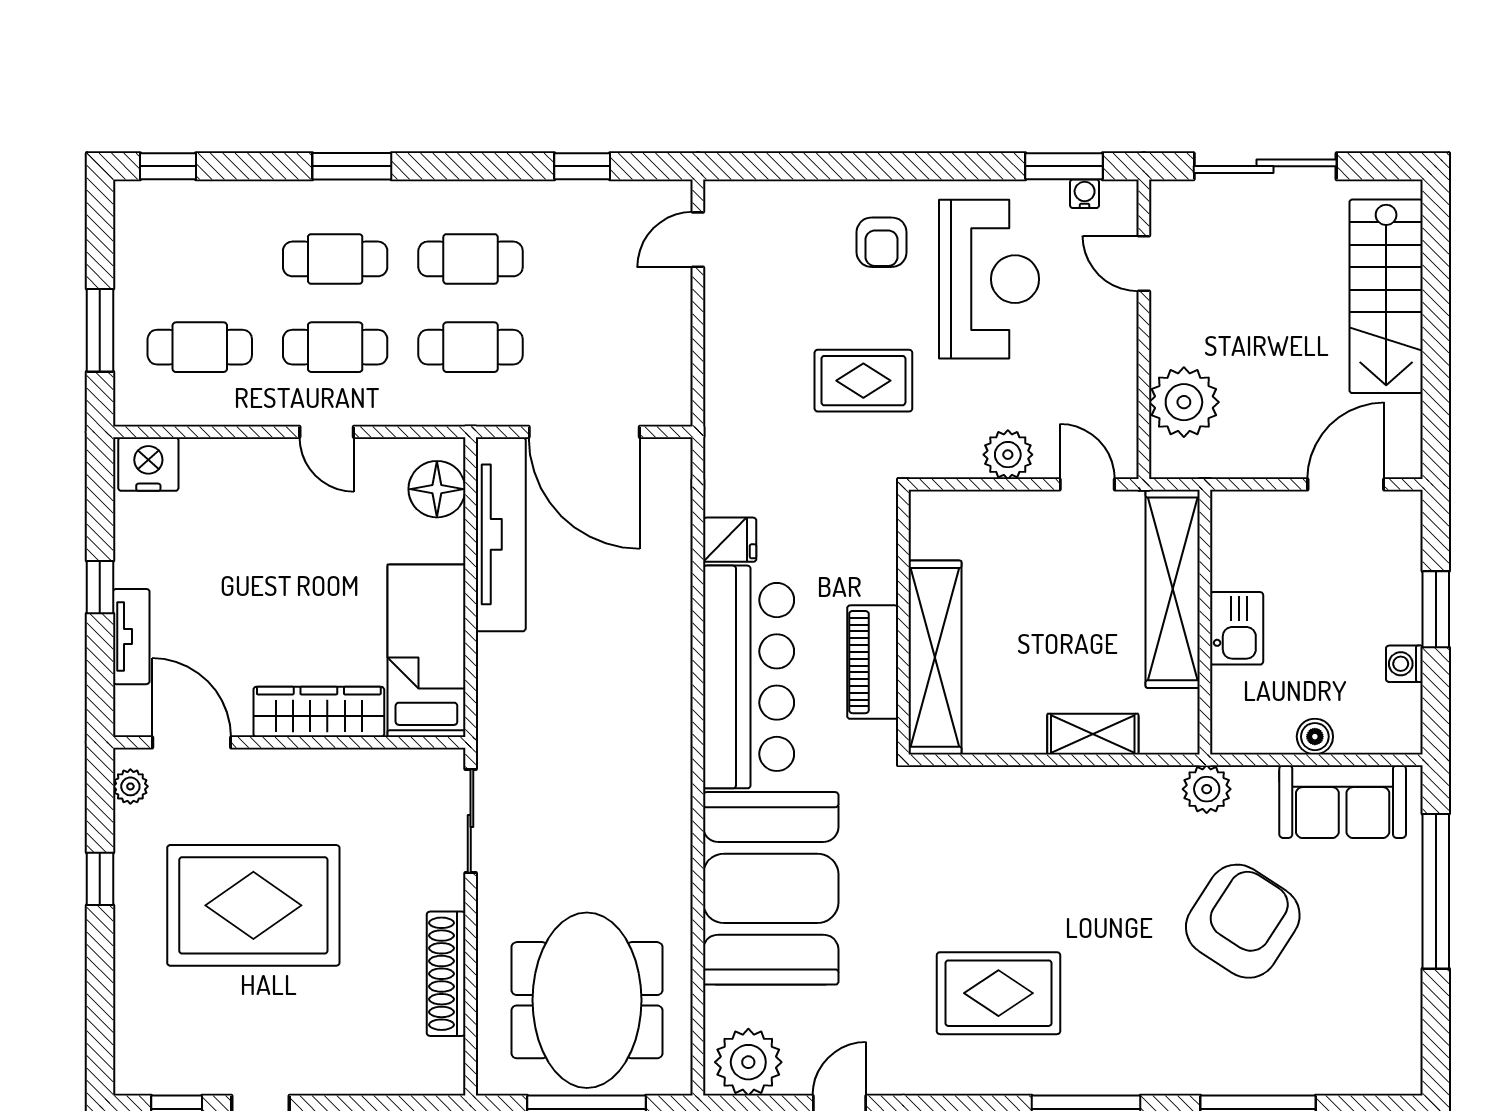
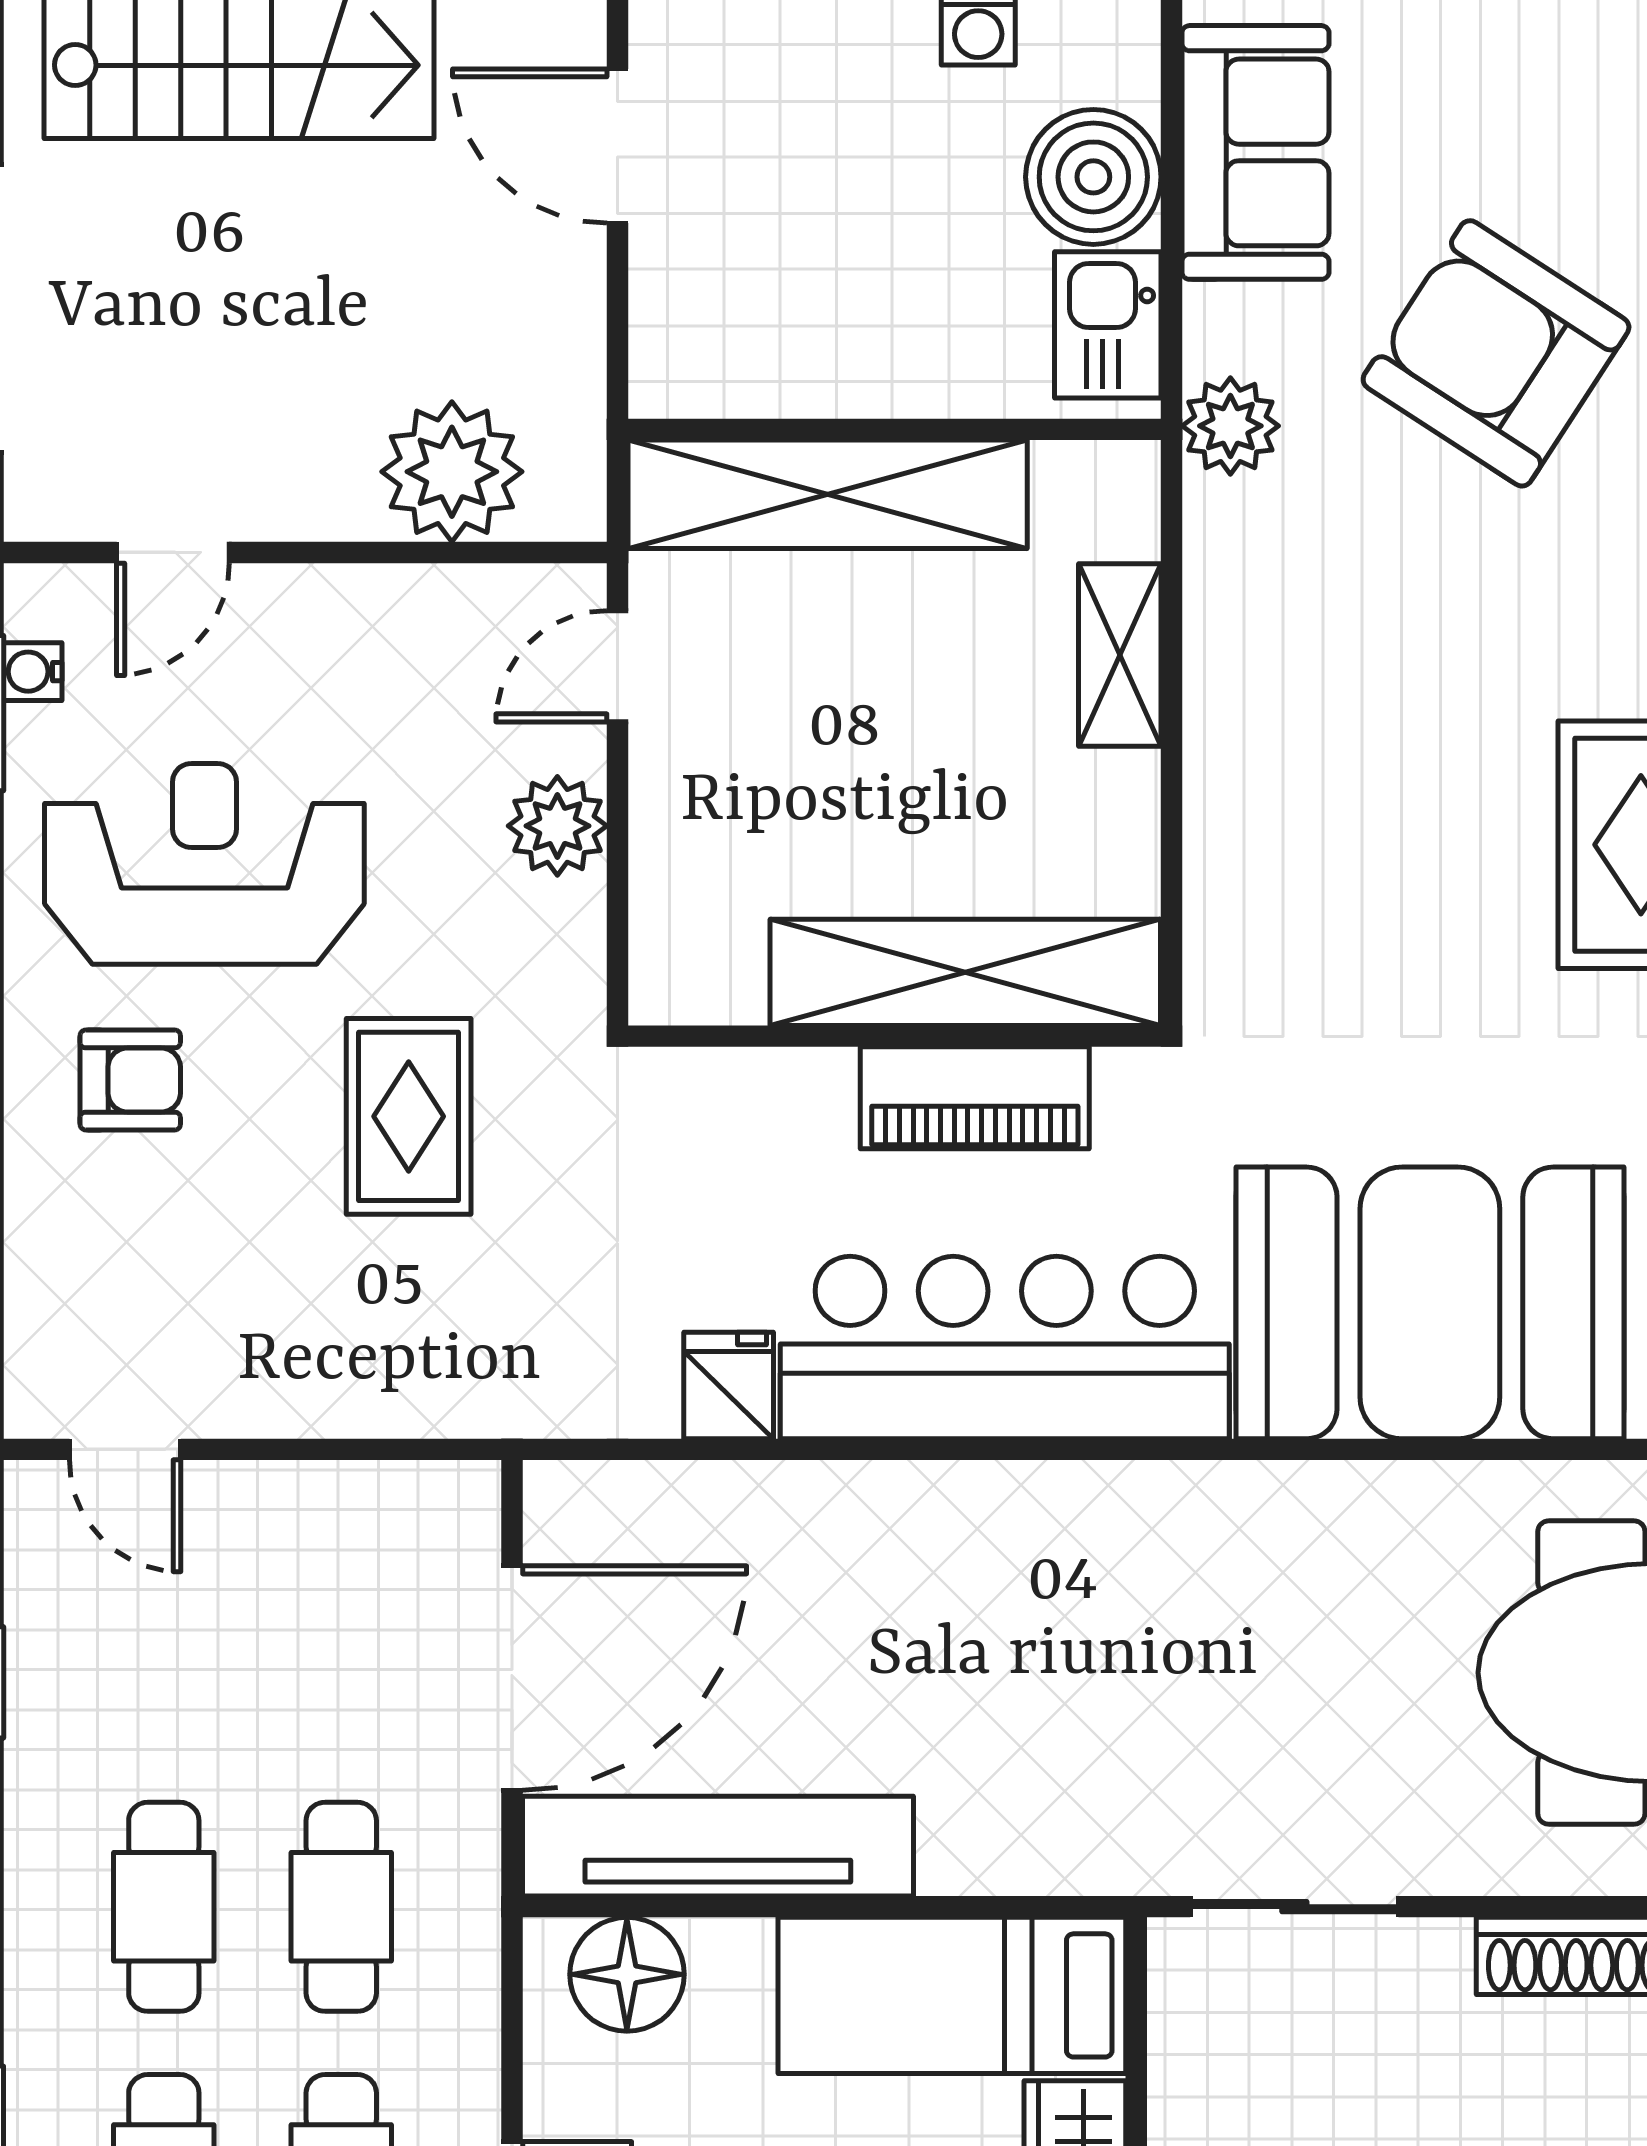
kitchen sink: (1237, 628) -> (1108, 325), moved, turned -90
boiler: (1315, 737) -> (1093, 177), width x1.86, depth x1.86

